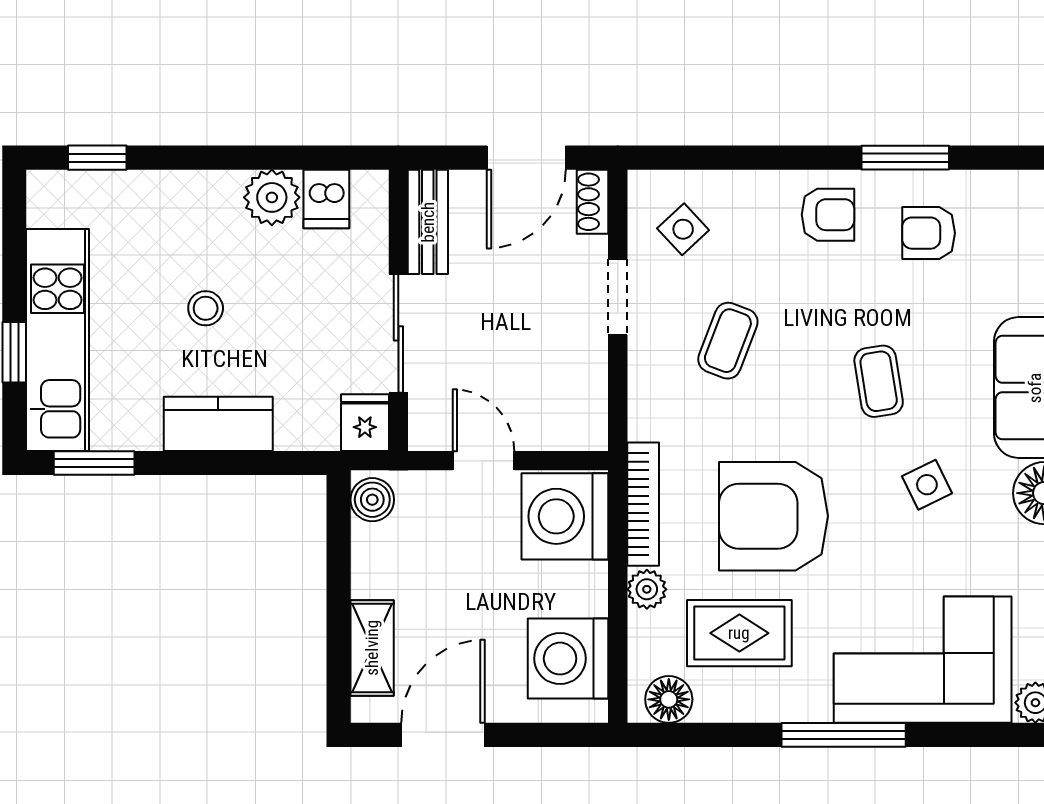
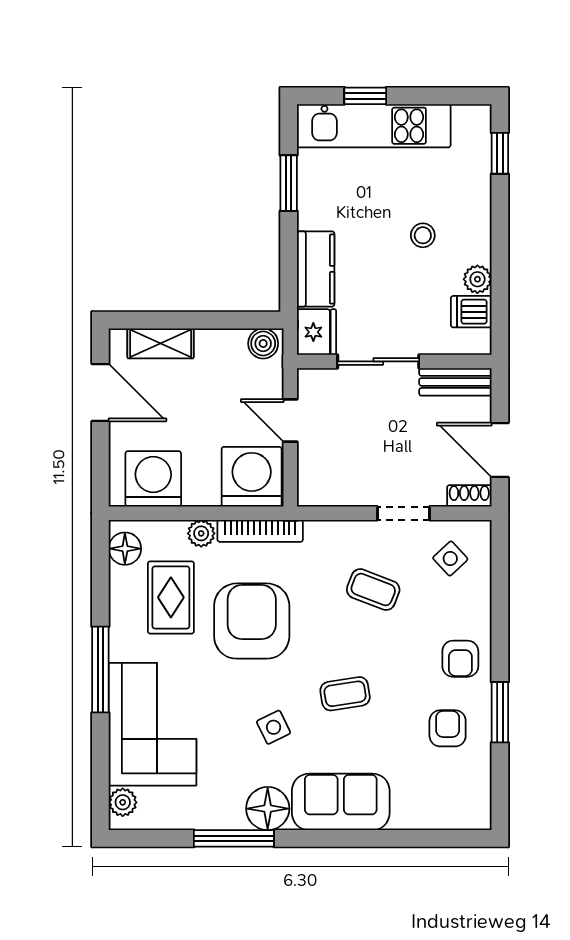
plant: (272, 197) -> (477, 279), width x0.73, depth x0.73
stool: (206, 308) -> (423, 235), moved
fridge: (365, 423) -> (316, 332), width x1.38
kitchen counter: (218, 424) -> (316, 269), moved
door: (484, 461) -> (290, 420), swing flipped
window: (94, 463) -> (289, 183), moved

